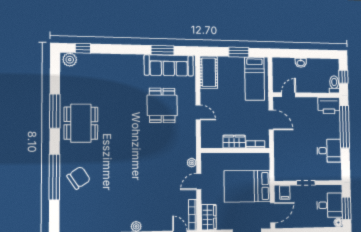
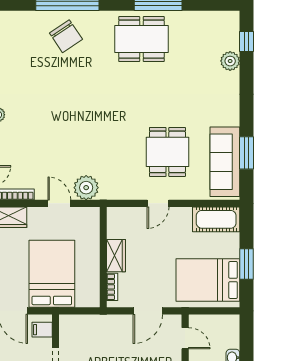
plant: (70, 60) -> (230, 61), moved
bed: (255, 79) -> (208, 280), width x1.50
dining table: (162, 105) -> (167, 152), turned 90
plant: (192, 163) -> (86, 188), width x1.88, depth x1.88

